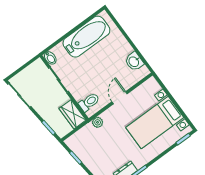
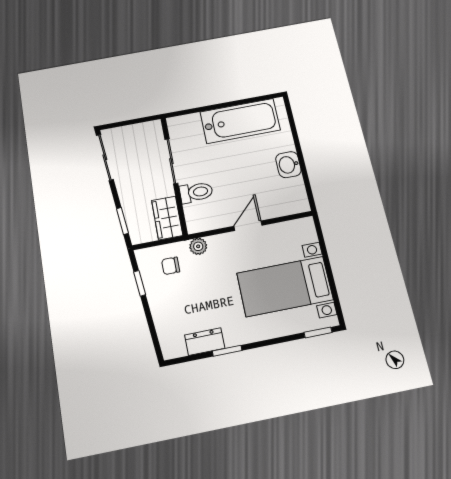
bidet: (50, 58) -> (175, 127), removed
washbasin: (134, 62) -> (288, 165), moved
toilet: (89, 102) -> (196, 192), moved
chair: (88, 140) -> (171, 266), added

